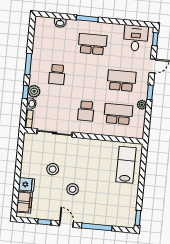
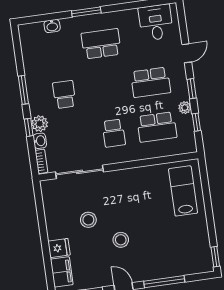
window: (155, 39) -> (196, 122), moved
school desk: (57, 74) -> (64, 94), turned 180
school desk: (121, 81) -> (151, 82), turned 180
school desk: (118, 114) -> (157, 127), turned 180

